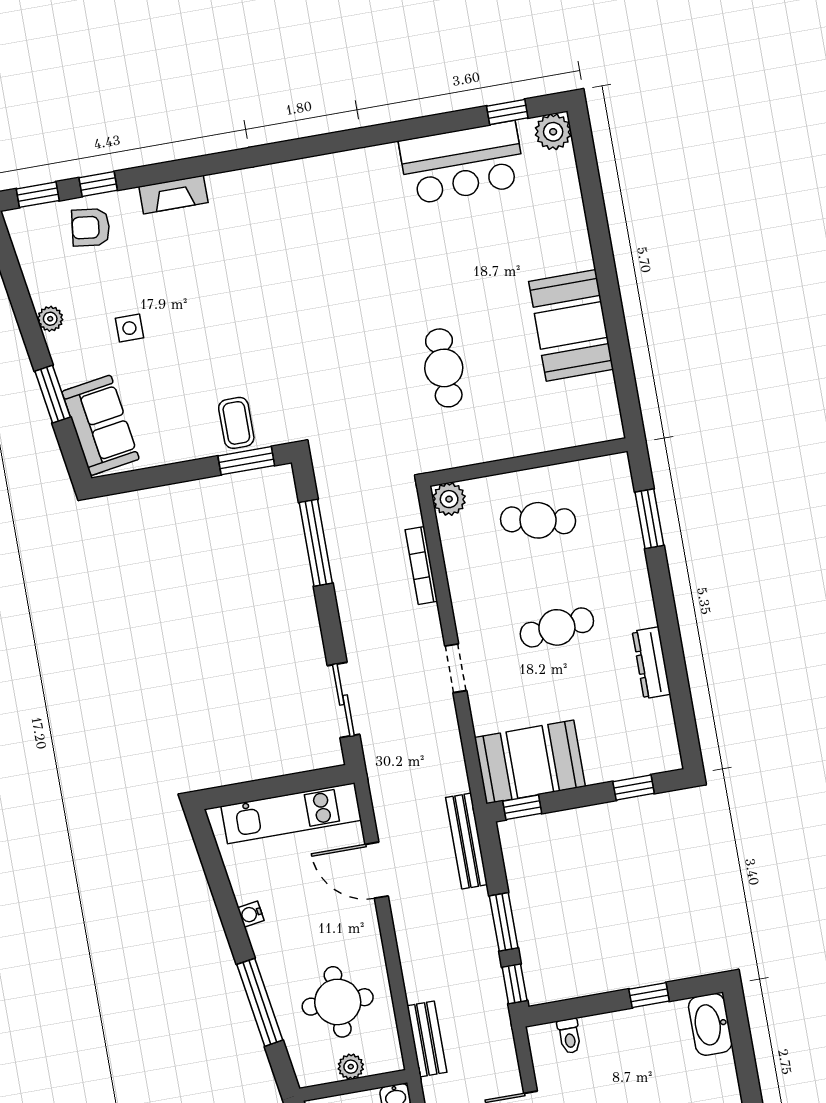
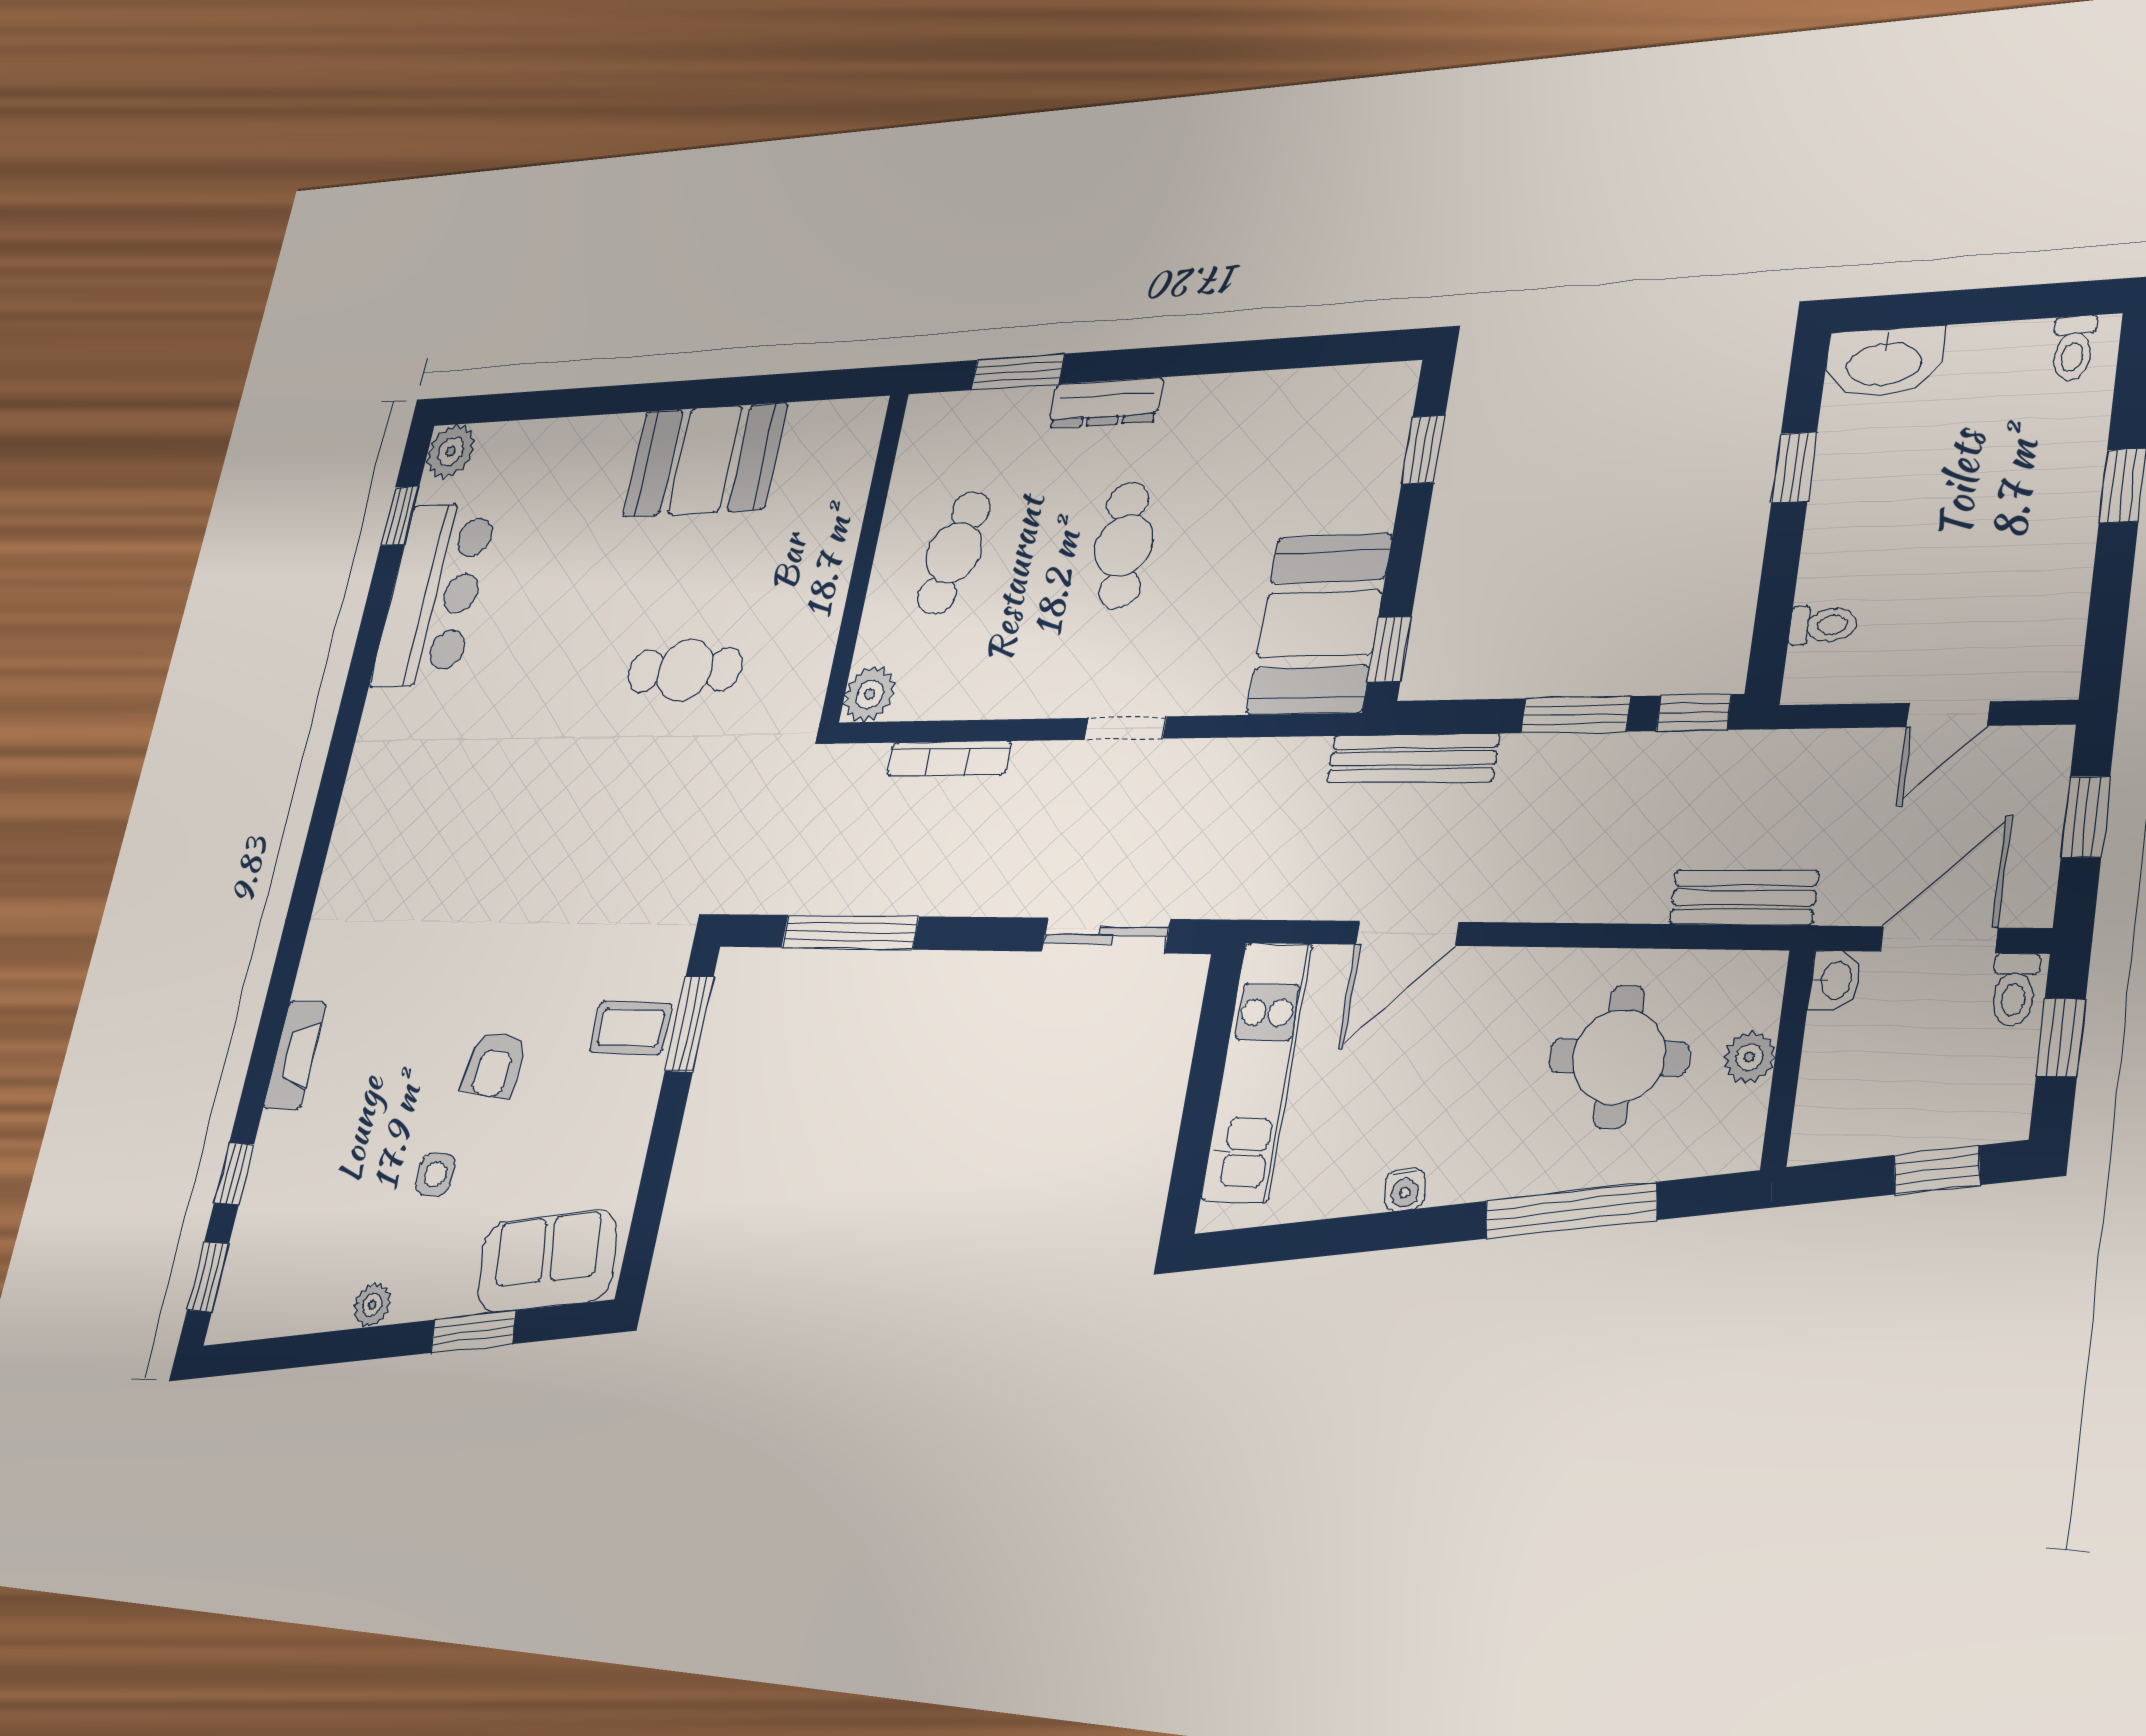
armchair: (91, 227) -> (494, 1065), moved
dresser: (651, 663) -> (1106, 403), moved

